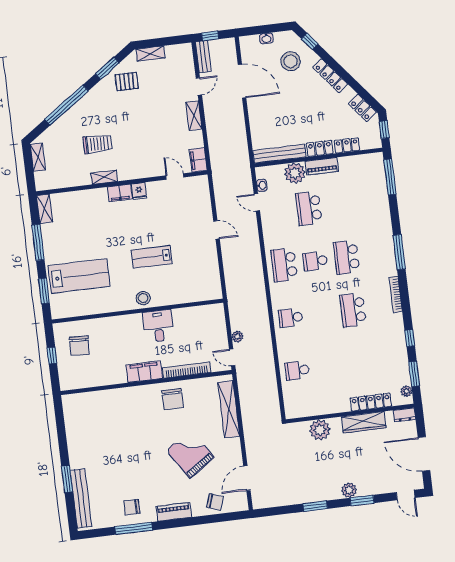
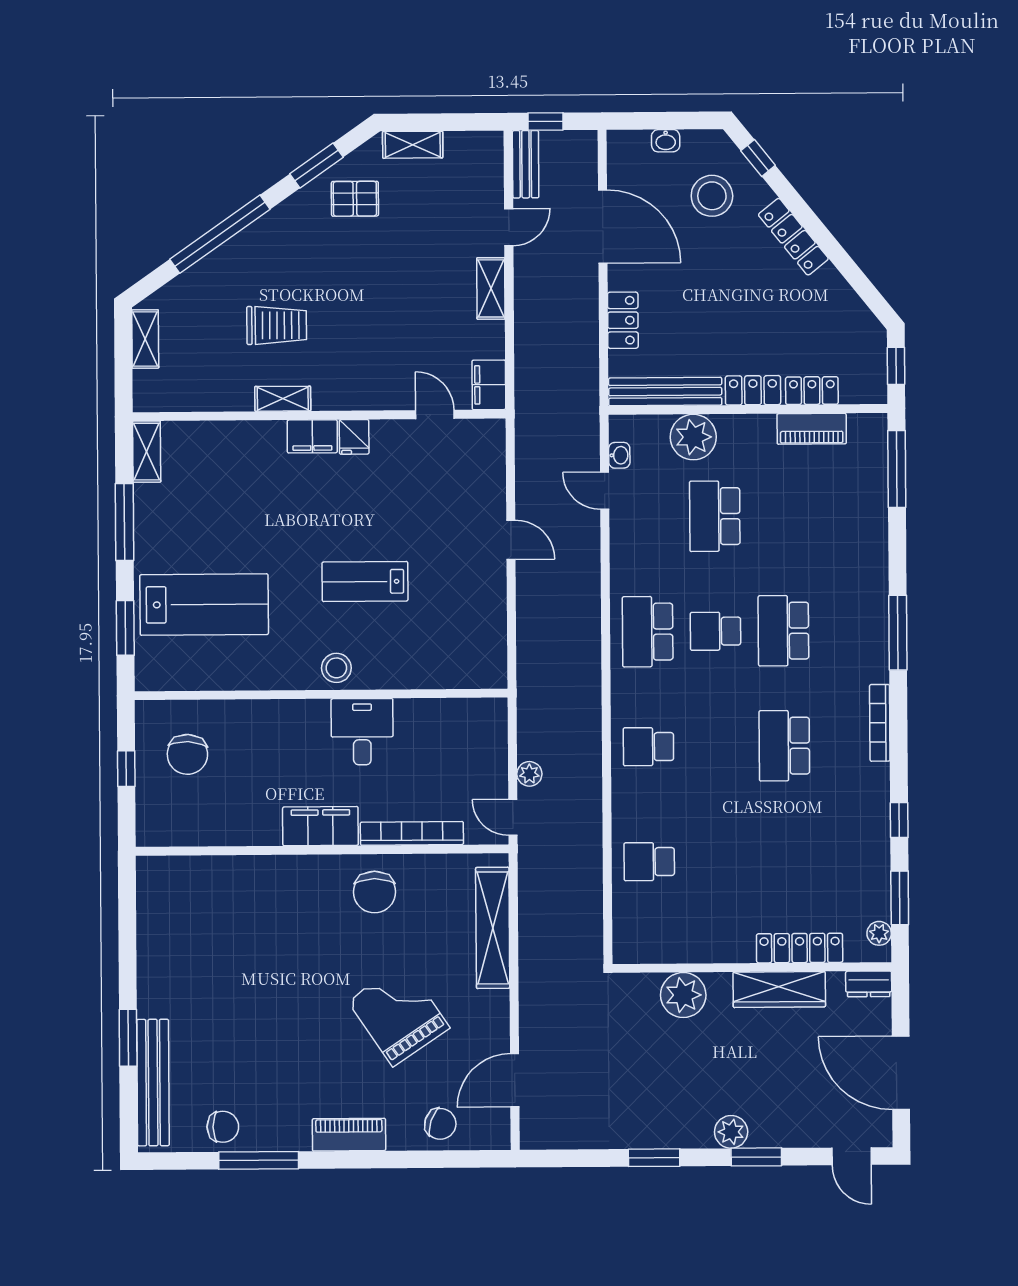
locker: (362, 108) -> (623, 320), moved, turned -141
piano: (322, 166) -> (812, 429), moved
chair: (132, 507) -> (223, 1127), moved, turned 180

